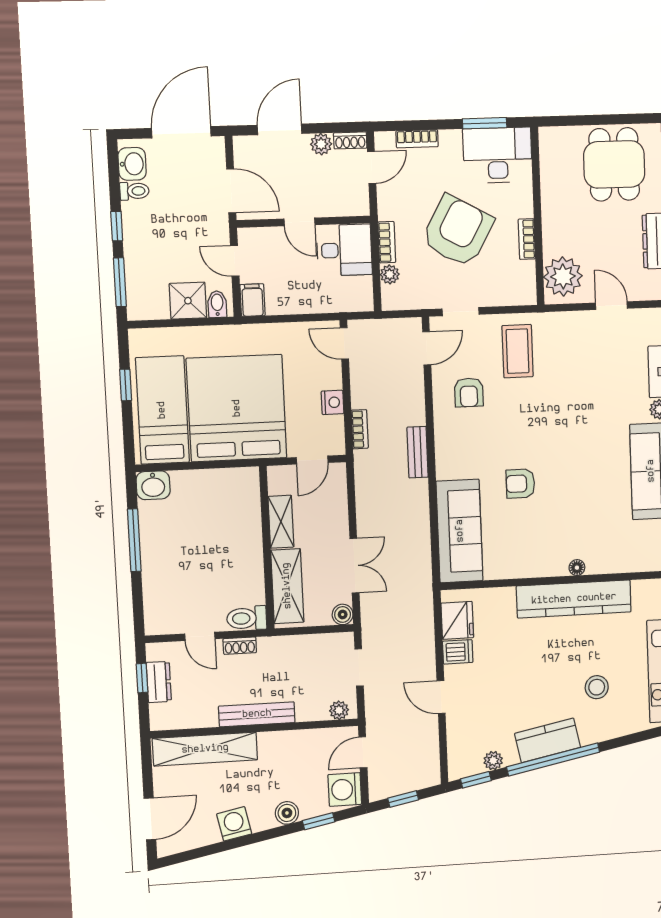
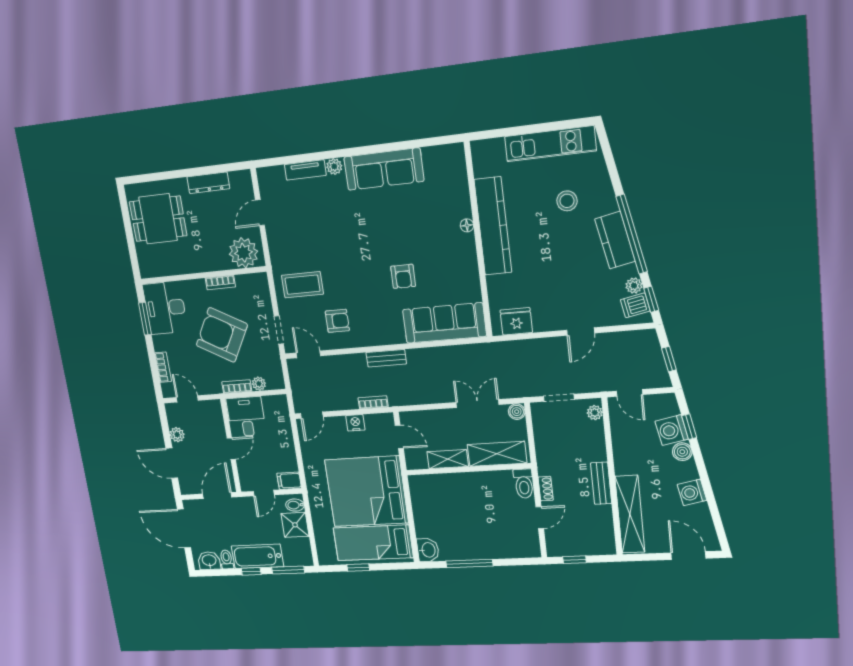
shoe rack: (350, 140) -> (172, 414), removed
bathtub: (140, 239) -> (257, 556), added
dishwasher: (458, 652) -> (635, 305), moved, turned -101
dresser: (159, 682) -> (577, 548), removed
bench: (257, 714) -> (601, 483), width x0.73
washing machine: (345, 789) -> (672, 430), moved, turned 79

